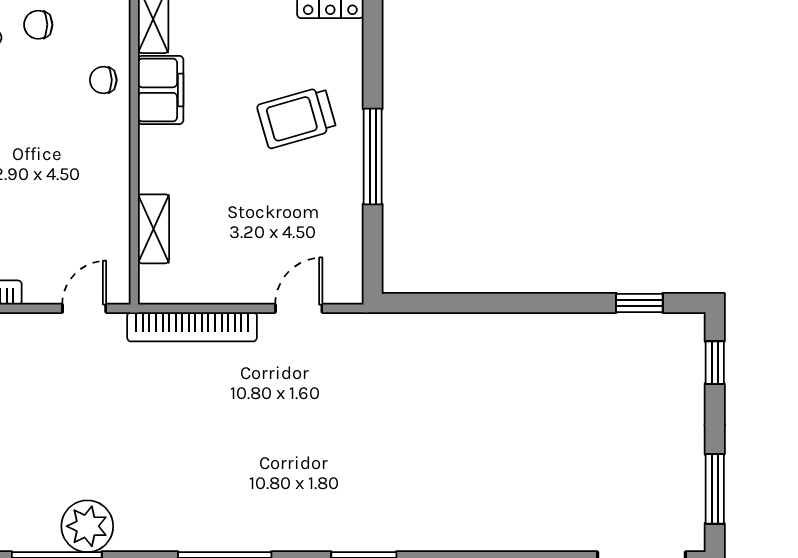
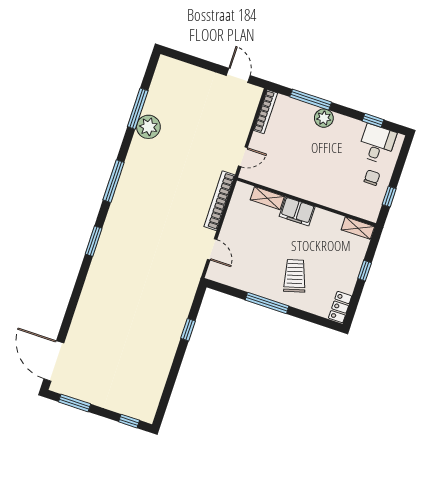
chair: (103, 80) -> (339, 198), removed
filing cabinet: (161, 90) -> (297, 211), moved
window: (639, 303) -> (188, 330), moved
door: (84, 308) -> (243, 157), hinge flipped

